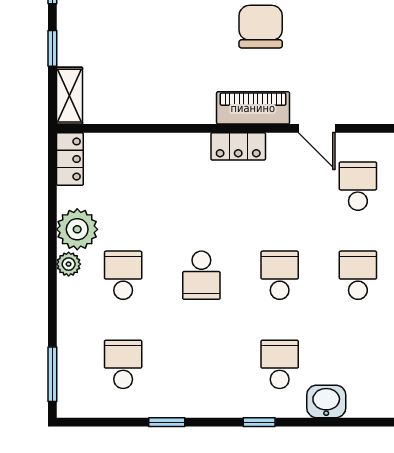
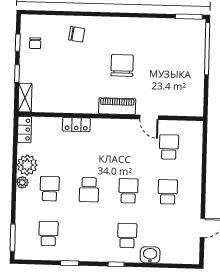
locker: (238, 146) -> (76, 125), moved

